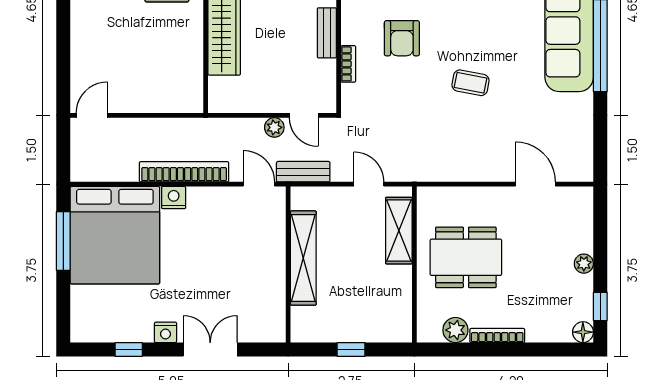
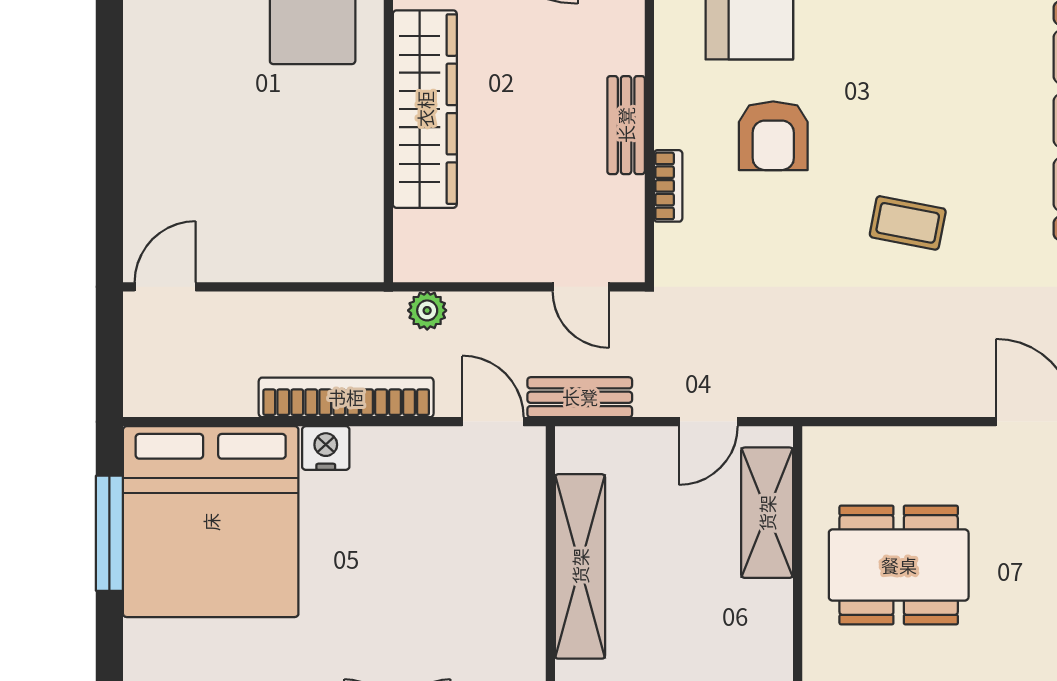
plant: (274, 127) -> (427, 310), moved
door: (369, 184) -> (708, 422), swing flipped

